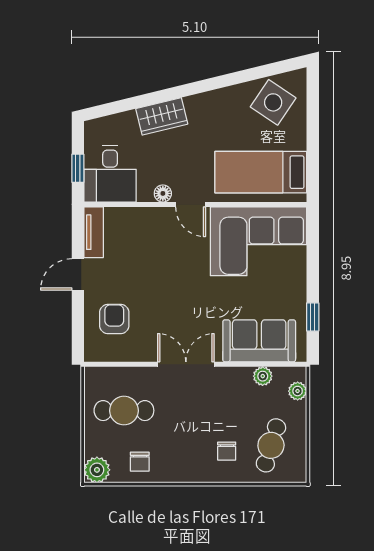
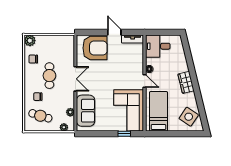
wardrobe: (162, 116) -> (186, 82), moved
window: (78, 168) -> (160, 32), removed
door: (191, 204) -> (145, 81), swing flipped
window: (313, 317) -> (124, 134), moved
armchair: (114, 319) -> (95, 48), width x1.88, depth x1.88
cafe table: (124, 411) -> (49, 76), moved

